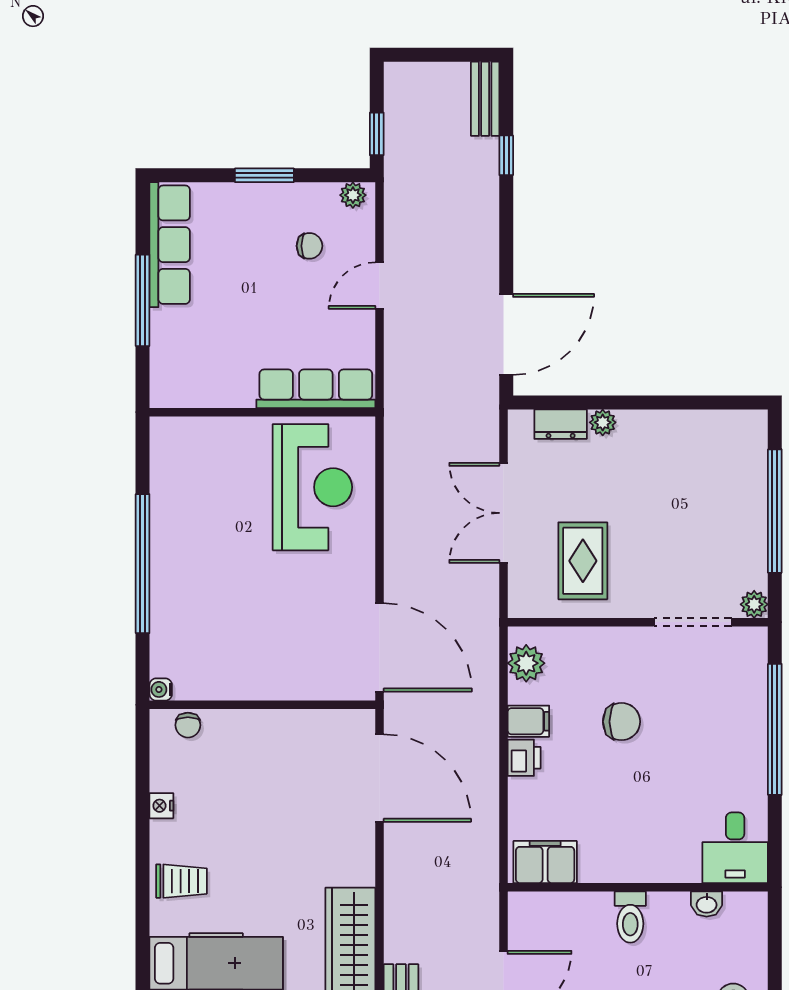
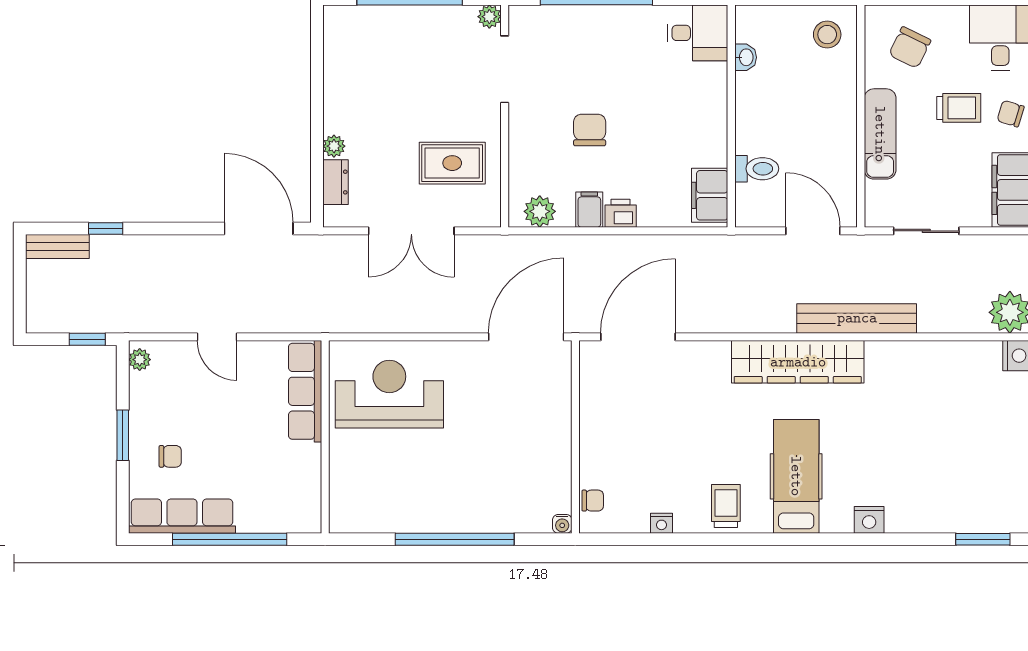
chair: (309, 246) -> (170, 456), moved, turned 90
window: (143, 300) -> (230, 539), width x1.46
toilet: (630, 917) -> (757, 169), moved

